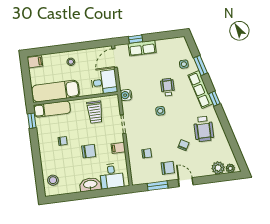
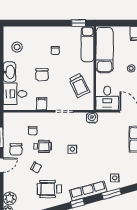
wheelchair: (168, 87) -> (43, 147), moved
trolley: (95, 112) -> (79, 86), turned -116
stool: (53, 180) -> (17, 47), moved

